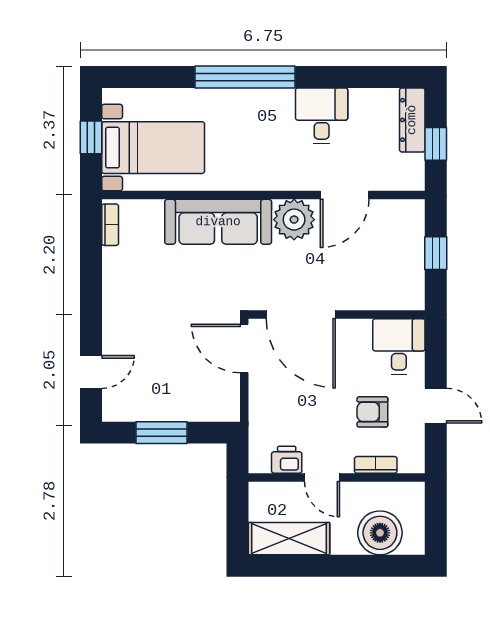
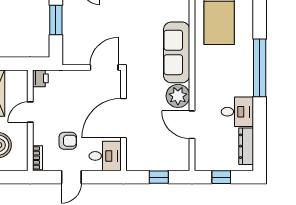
dresser: (412, 120) -> (246, 146), moved, turned -90
door: (301, 315) -> (124, 118), moved
armchair: (372, 412) -> (68, 141), turned 90
printer: (287, 460) -> (40, 78), moved
bookcase: (376, 465) -> (37, 158), moved

